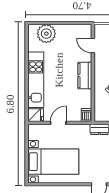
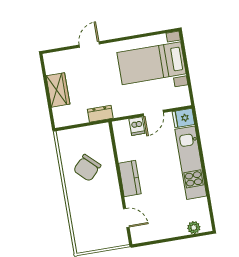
plant: (46, 34) -> (194, 228), width x0.53, depth x0.53
dishwasher: (86, 115) -> (137, 126), moved

